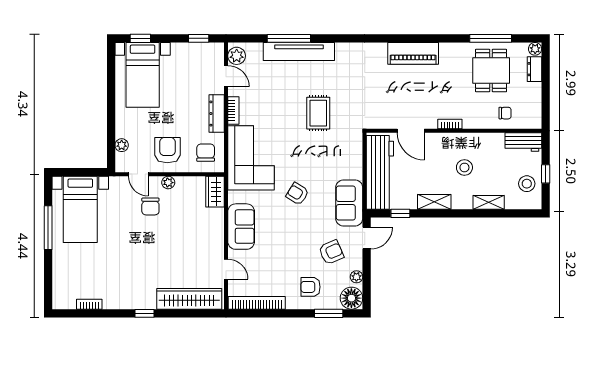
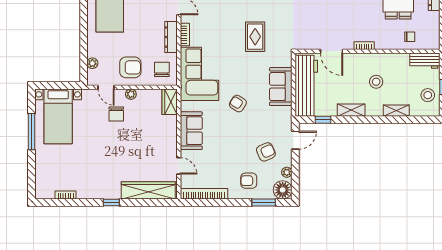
armchair: (167, 150) -> (130, 67), turned 90
sofa: (349, 203) -> (281, 87), moved

